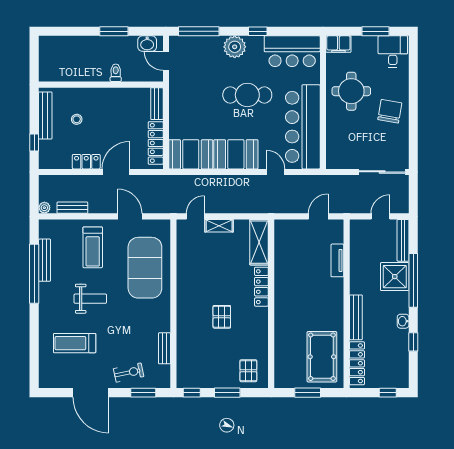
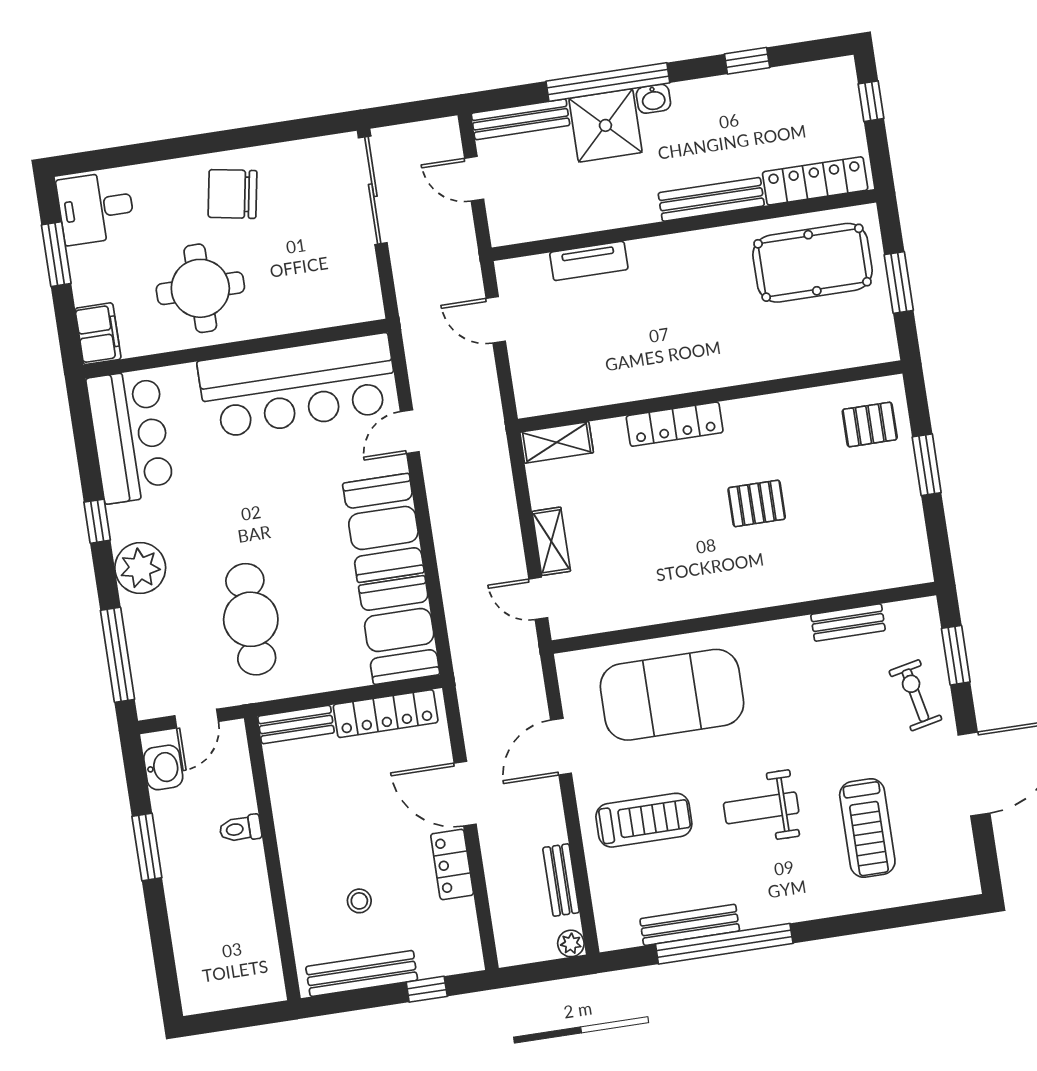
cafe table: (247, 95) -> (251, 619), moved
shelving: (259, 242) -> (557, 442), width x0.67, depth x0.75
weight bench: (90, 299) -> (761, 808), turned -90
washbasin: (403, 321) -> (653, 99), moved
window: (192, 393) -> (939, 545), removed

